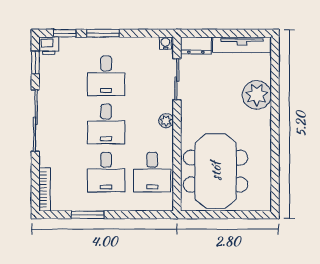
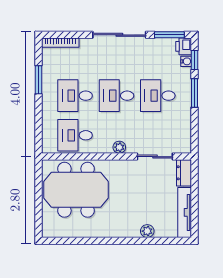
water cooler: (165, 43) -> (186, 61), moved
window: (35, 63) -> (169, 35), width x1.50
plant: (257, 95) -> (147, 231), width x0.53, depth x0.53

